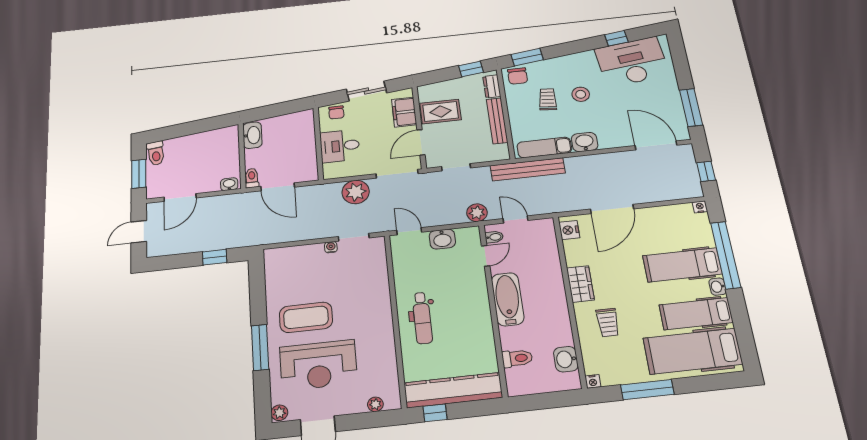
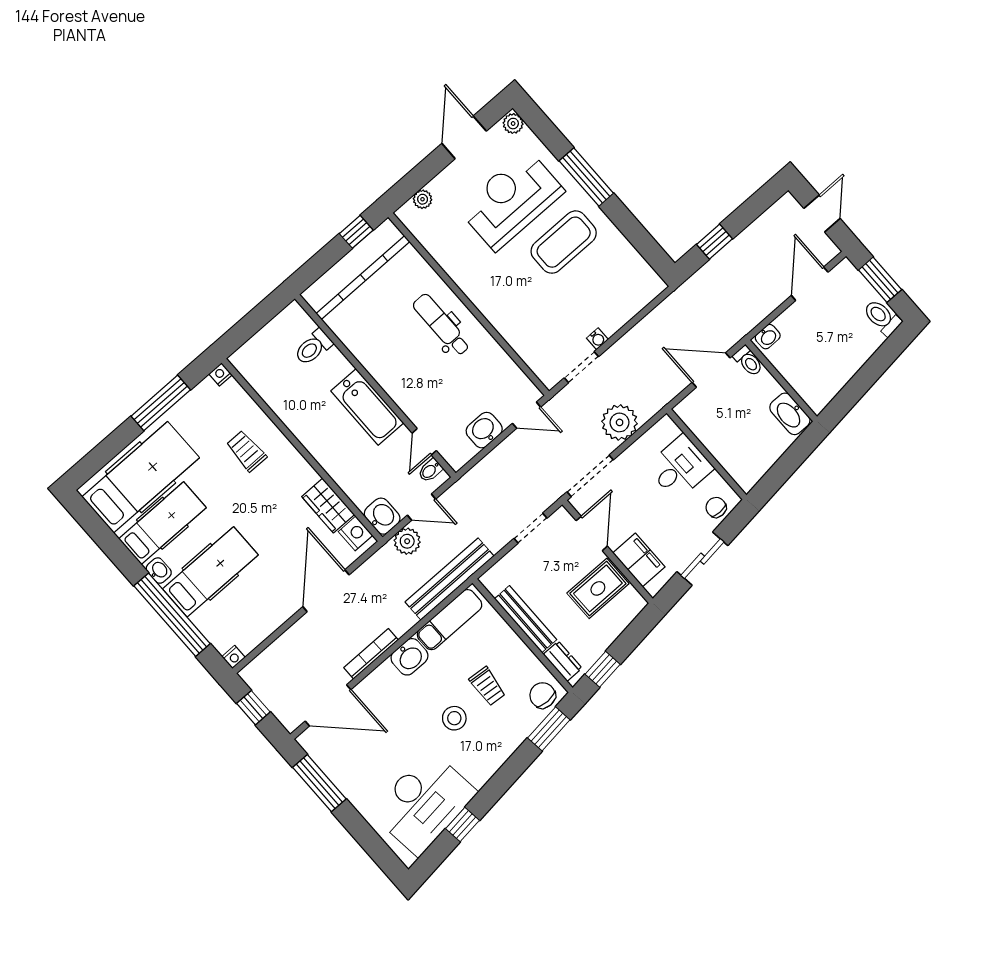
bookcase: (608, 158) -> (371, 654), added
plant: (477, 213) -> (407, 541), moved
wardrobe: (580, 284) -> (328, 506), moved
washbasin: (566, 359) -> (382, 516), moved

